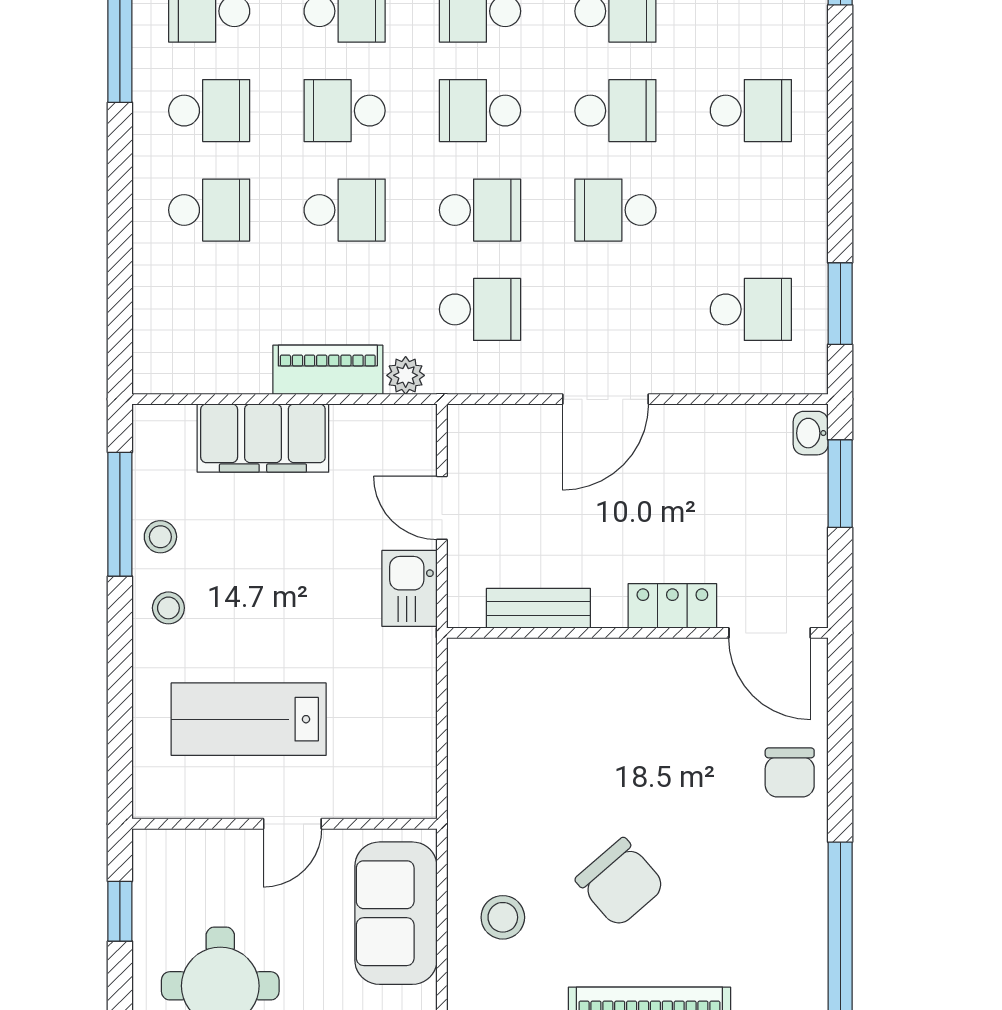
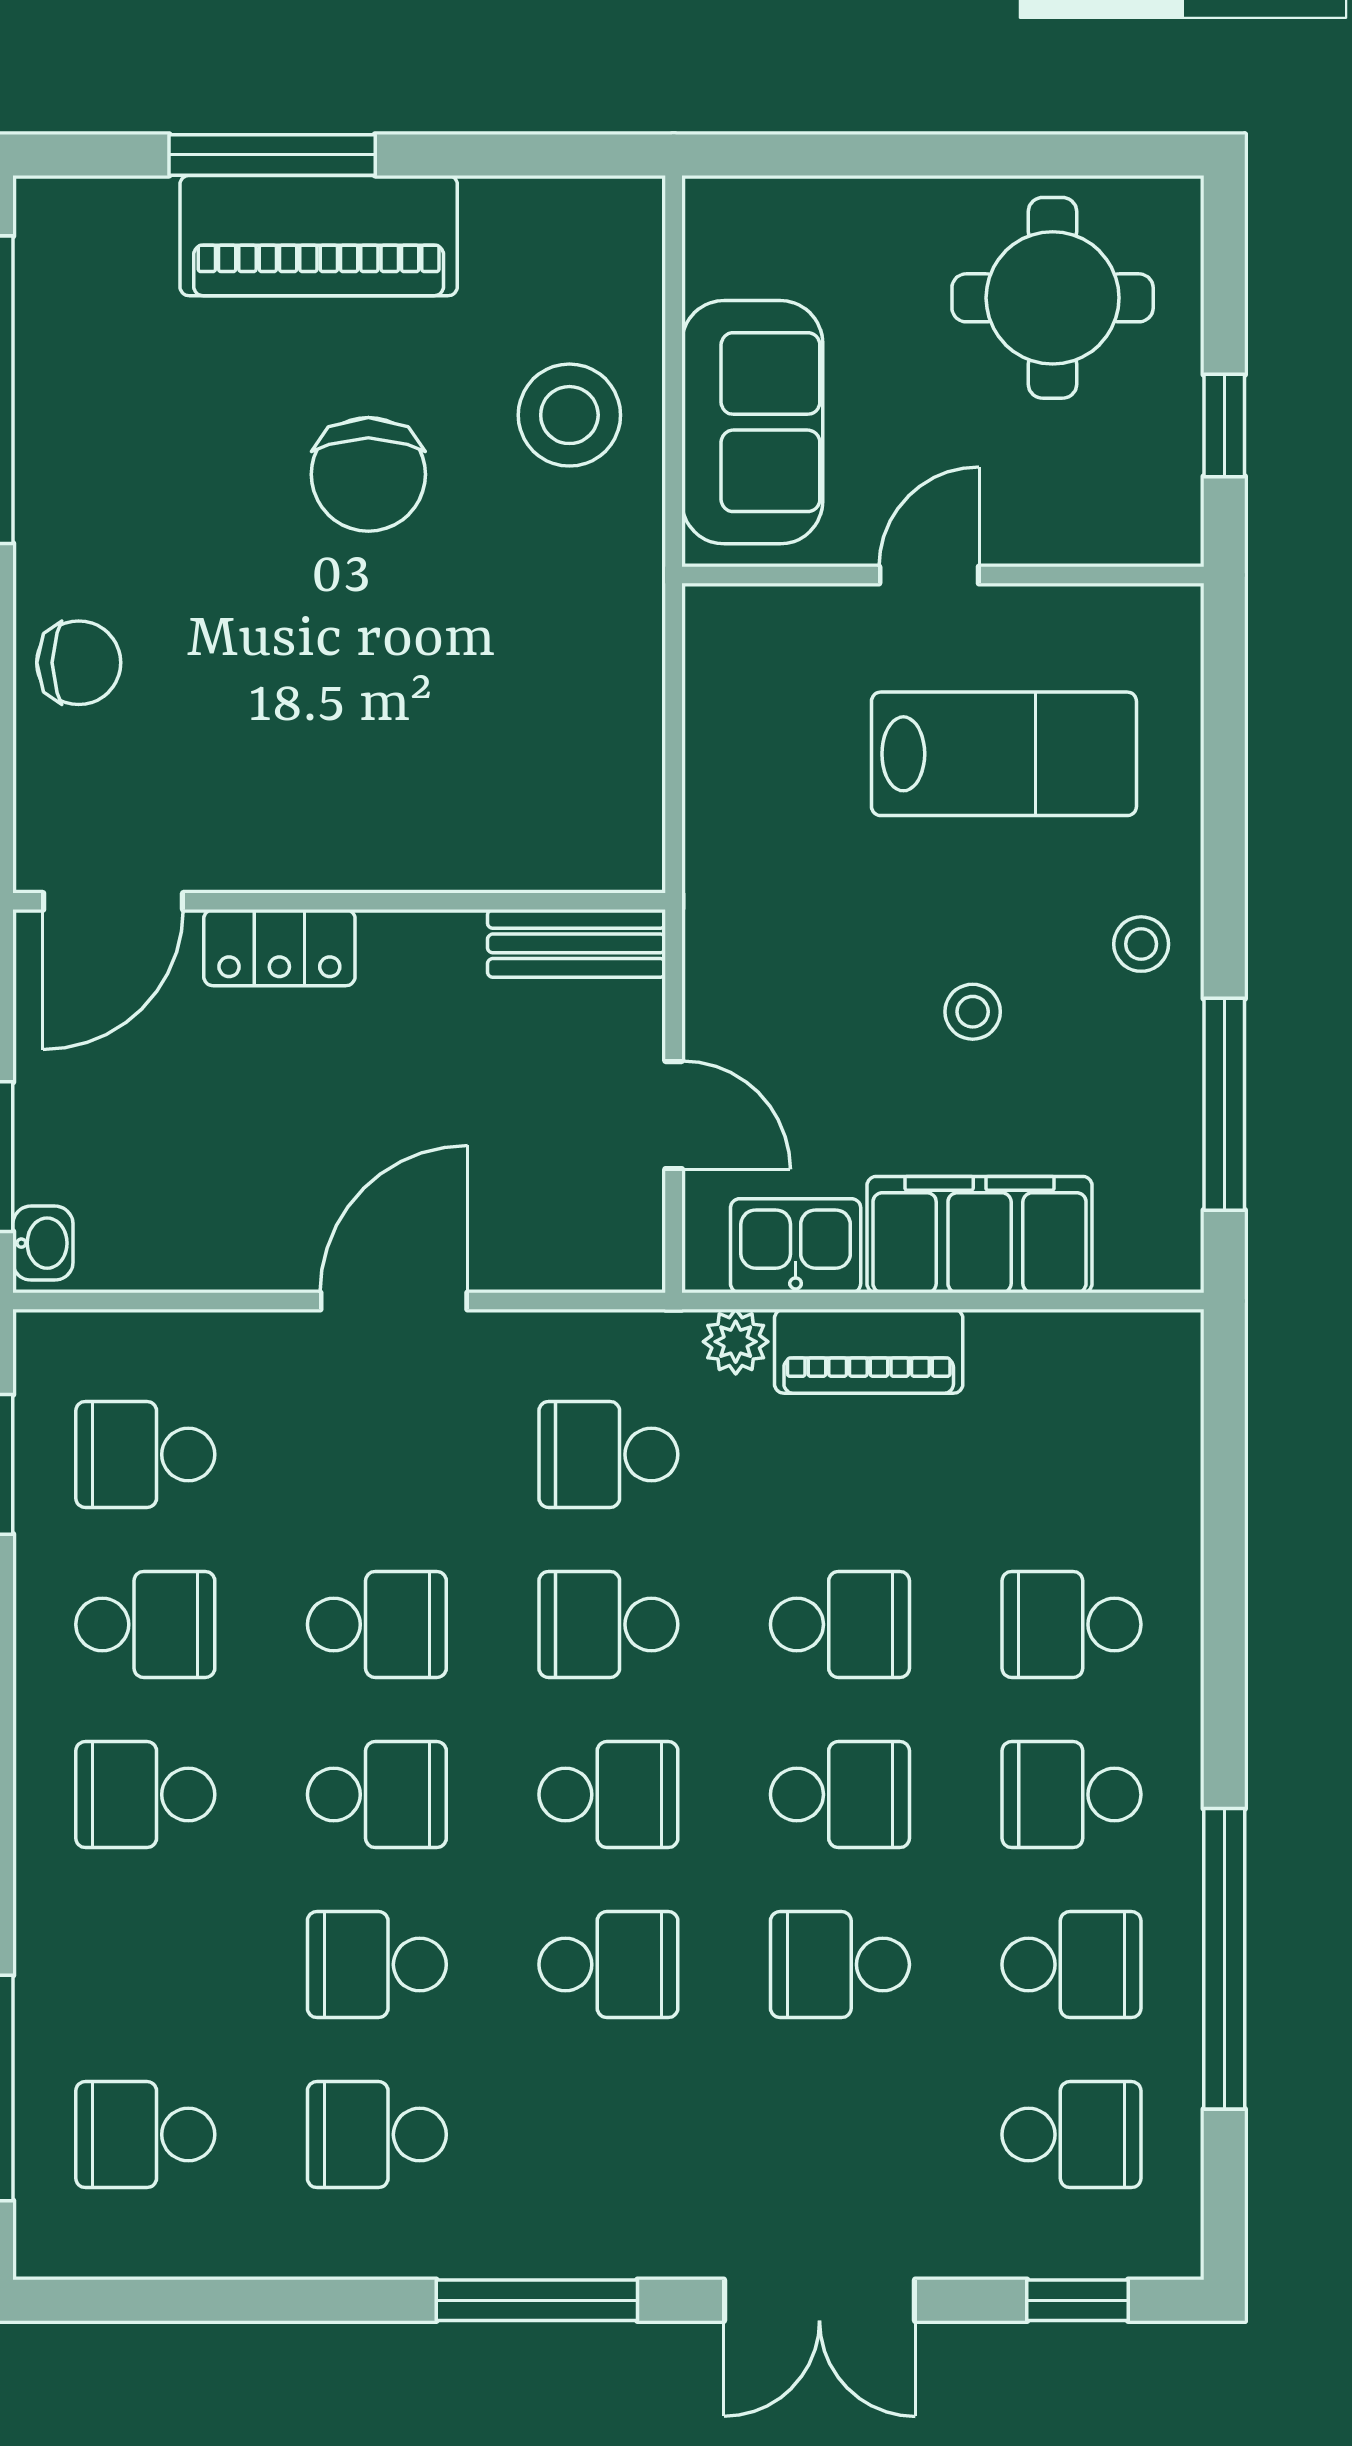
school desk: (615, 111) -> (377, 1795), turned 180
school desk: (345, 210) -> (840, 1624), turned 180
school desk: (751, 210) -> (145, 1624), added
stool: (160, 537) -> (973, 1012), moved
kitchen sink: (410, 588) -> (796, 1246), moved, turned -90
bench: (538, 608) -> (576, 943), moved
door: (770, 633) -> (113, 901), swing flipped
chair: (790, 772) -> (79, 663), turned 90
chair: (620, 883) -> (368, 474), turned -139
stool: (503, 917) -> (569, 415), width x1.38, depth x1.38

